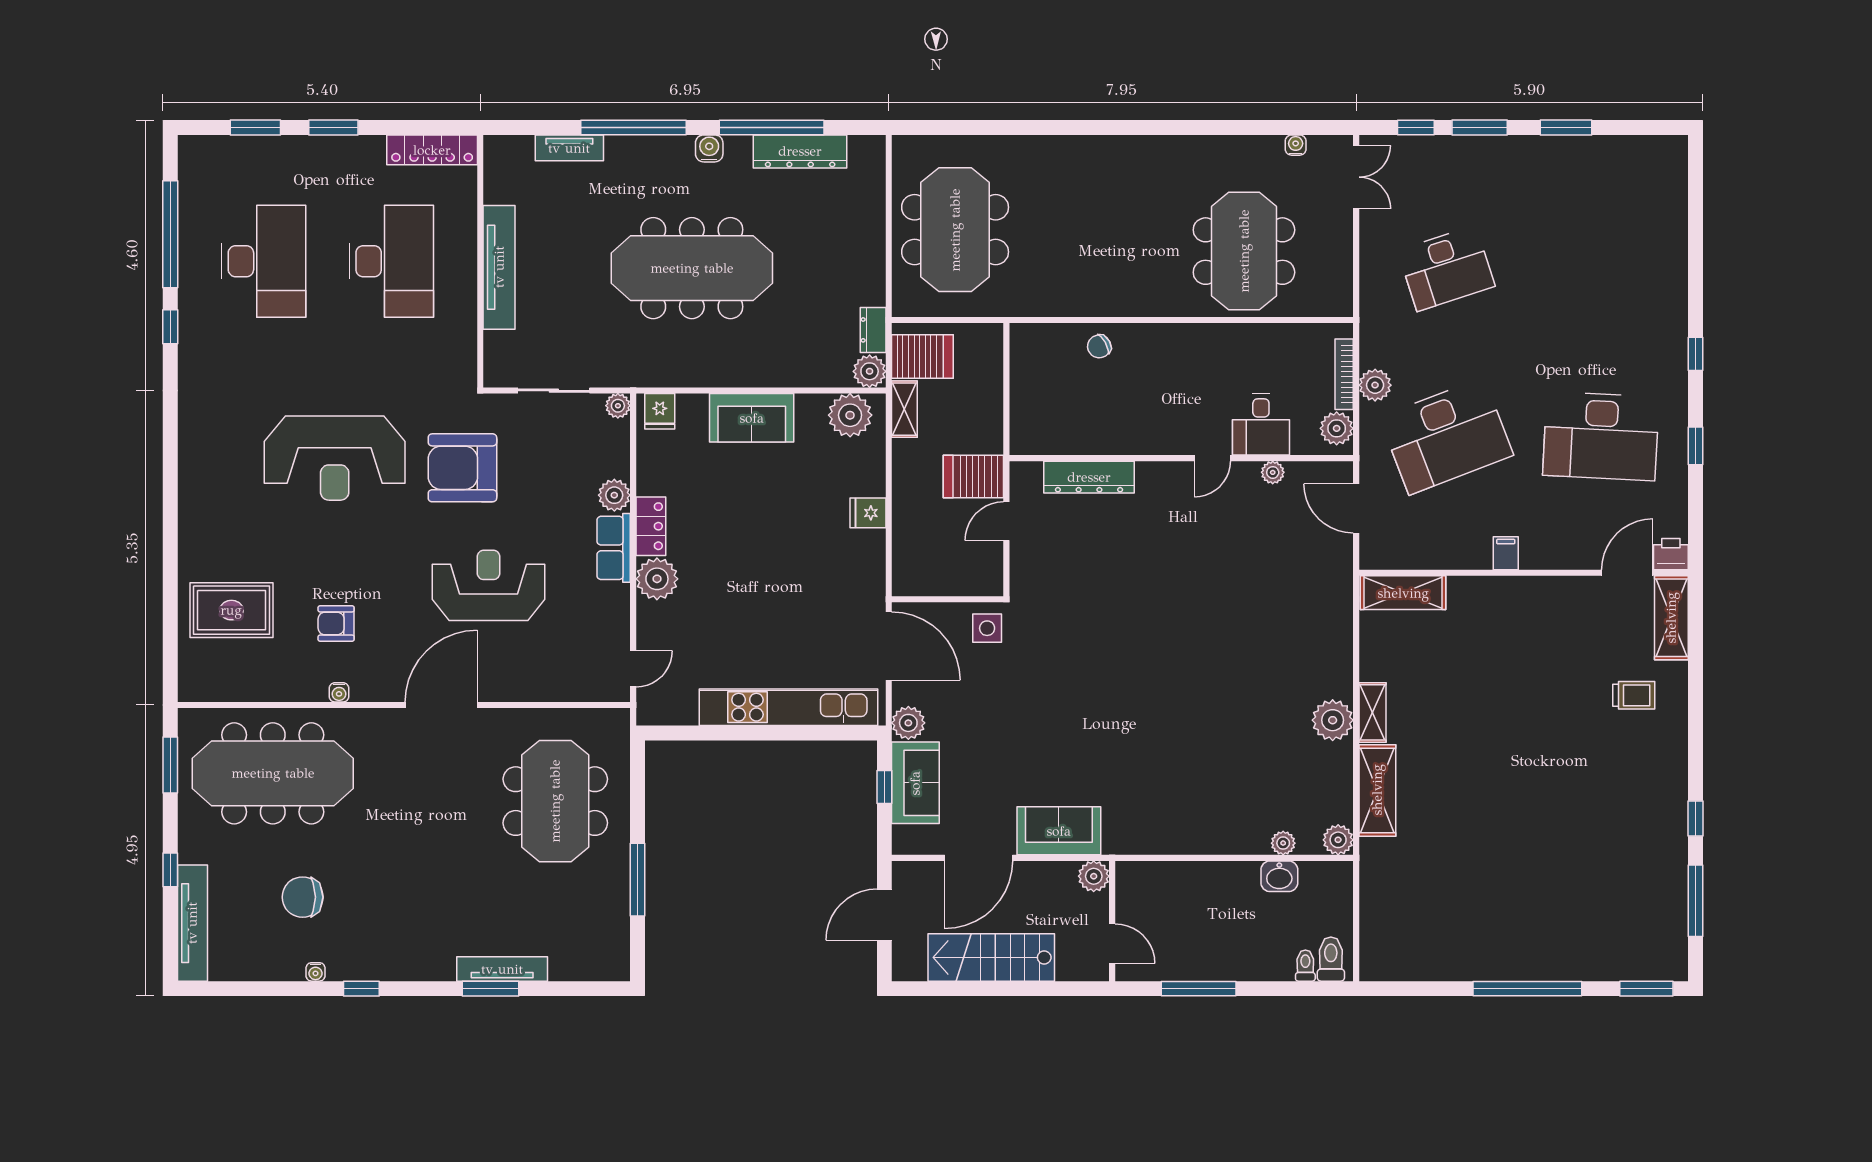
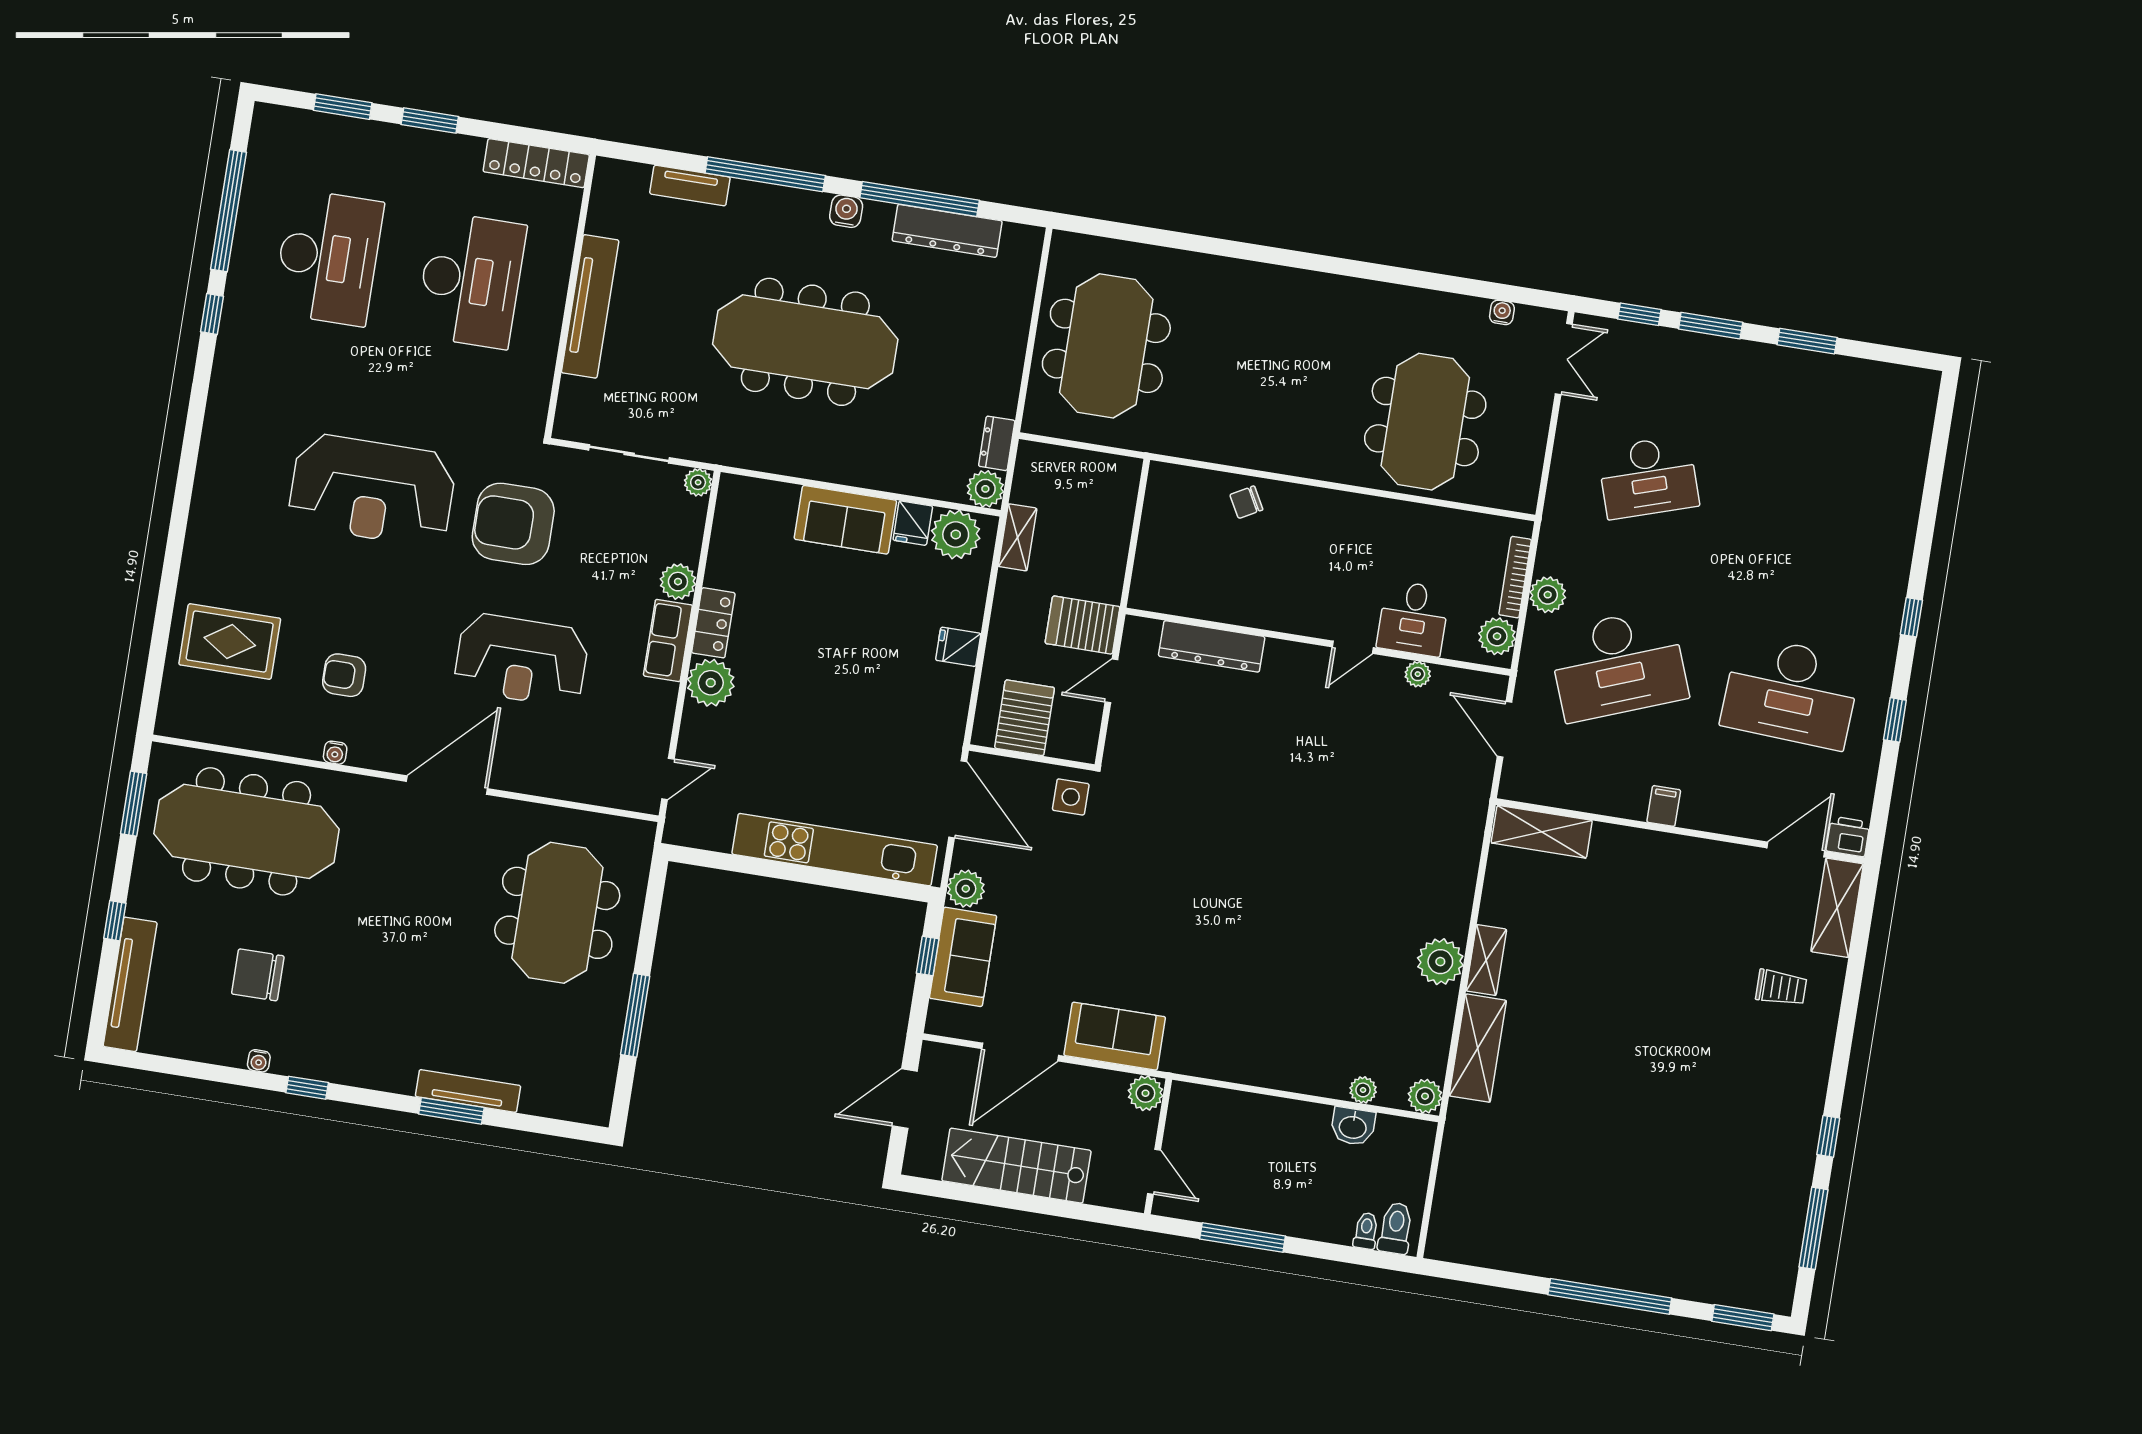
server rack: (922, 357) -> (1025, 718), moved, turned -90
fridge: (660, 411) -> (913, 523), moved
reception desk: (489, 585) -> (521, 660), turned 180

